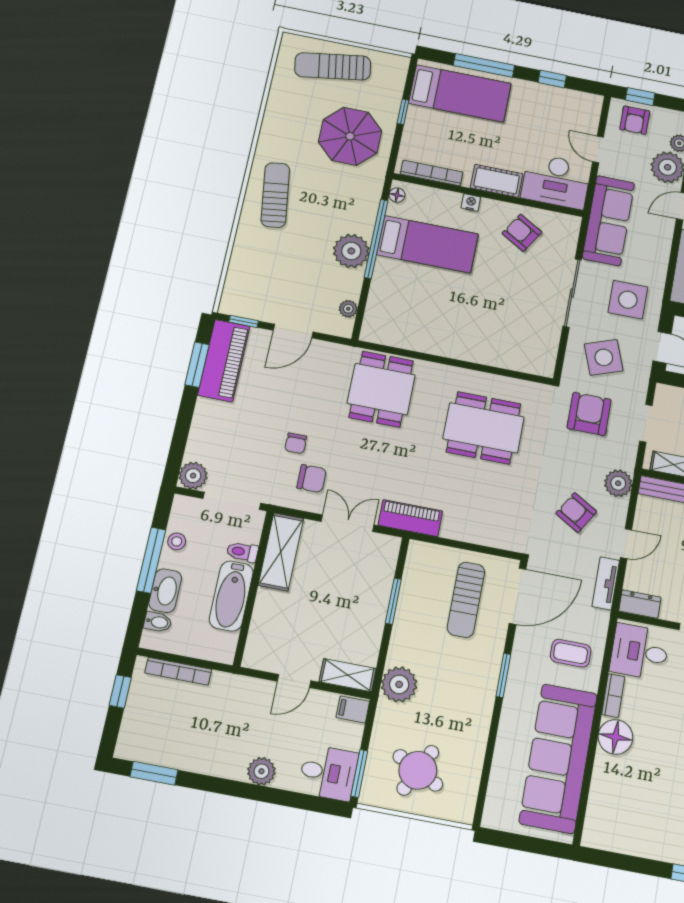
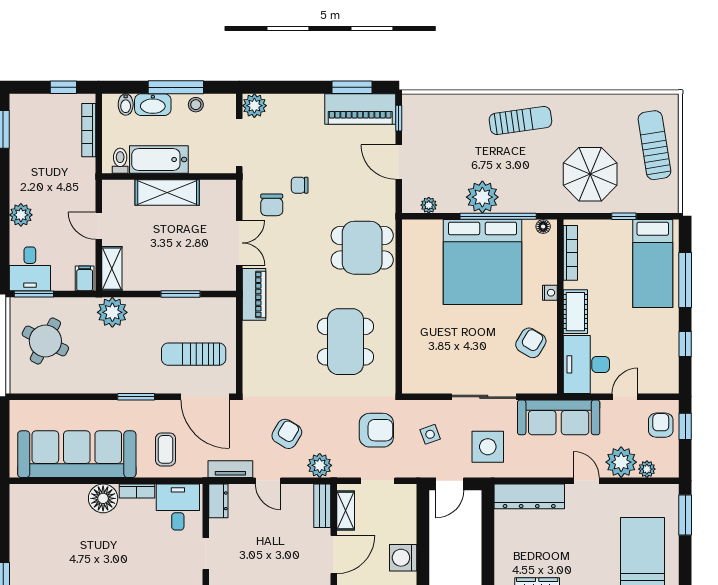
armchair: (635, 120) -> (661, 425), turned 90
bed: (427, 244) -> (482, 262), width x2.04
side table: (604, 357) -> (430, 434), width x0.54, depth x0.54
toilet: (242, 552) -> (120, 161), moved
shelving: (281, 552) -> (167, 192), moved

